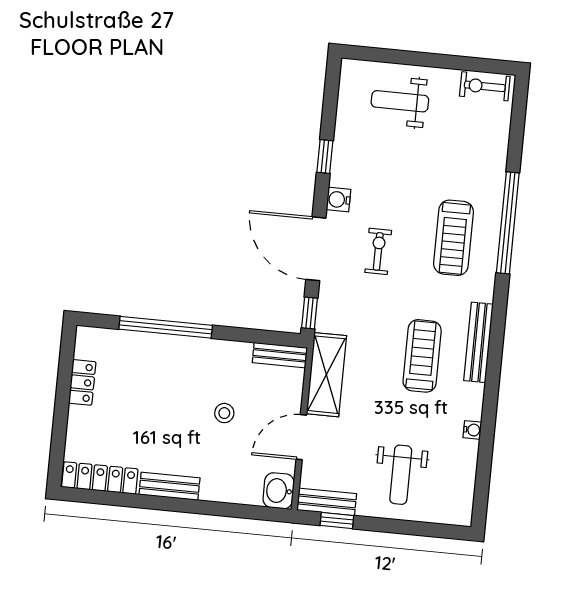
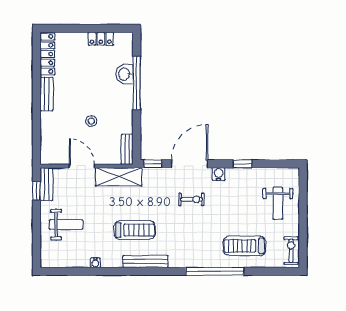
weight bench: (400, 101) -> (278, 203), turned 180
treadmill: (454, 238) -> (244, 246), moved
weight bench: (401, 475) -> (66, 225), turned 180
washbasin: (279, 491) -> (125, 74), moved, turned -90

